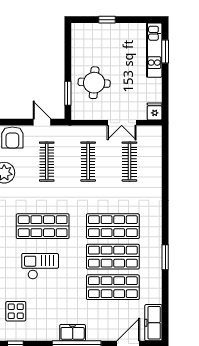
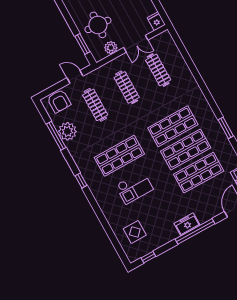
plant: (94, 113) -> (111, 48), added
checkout: (40, 266) -> (134, 187), turned 180

